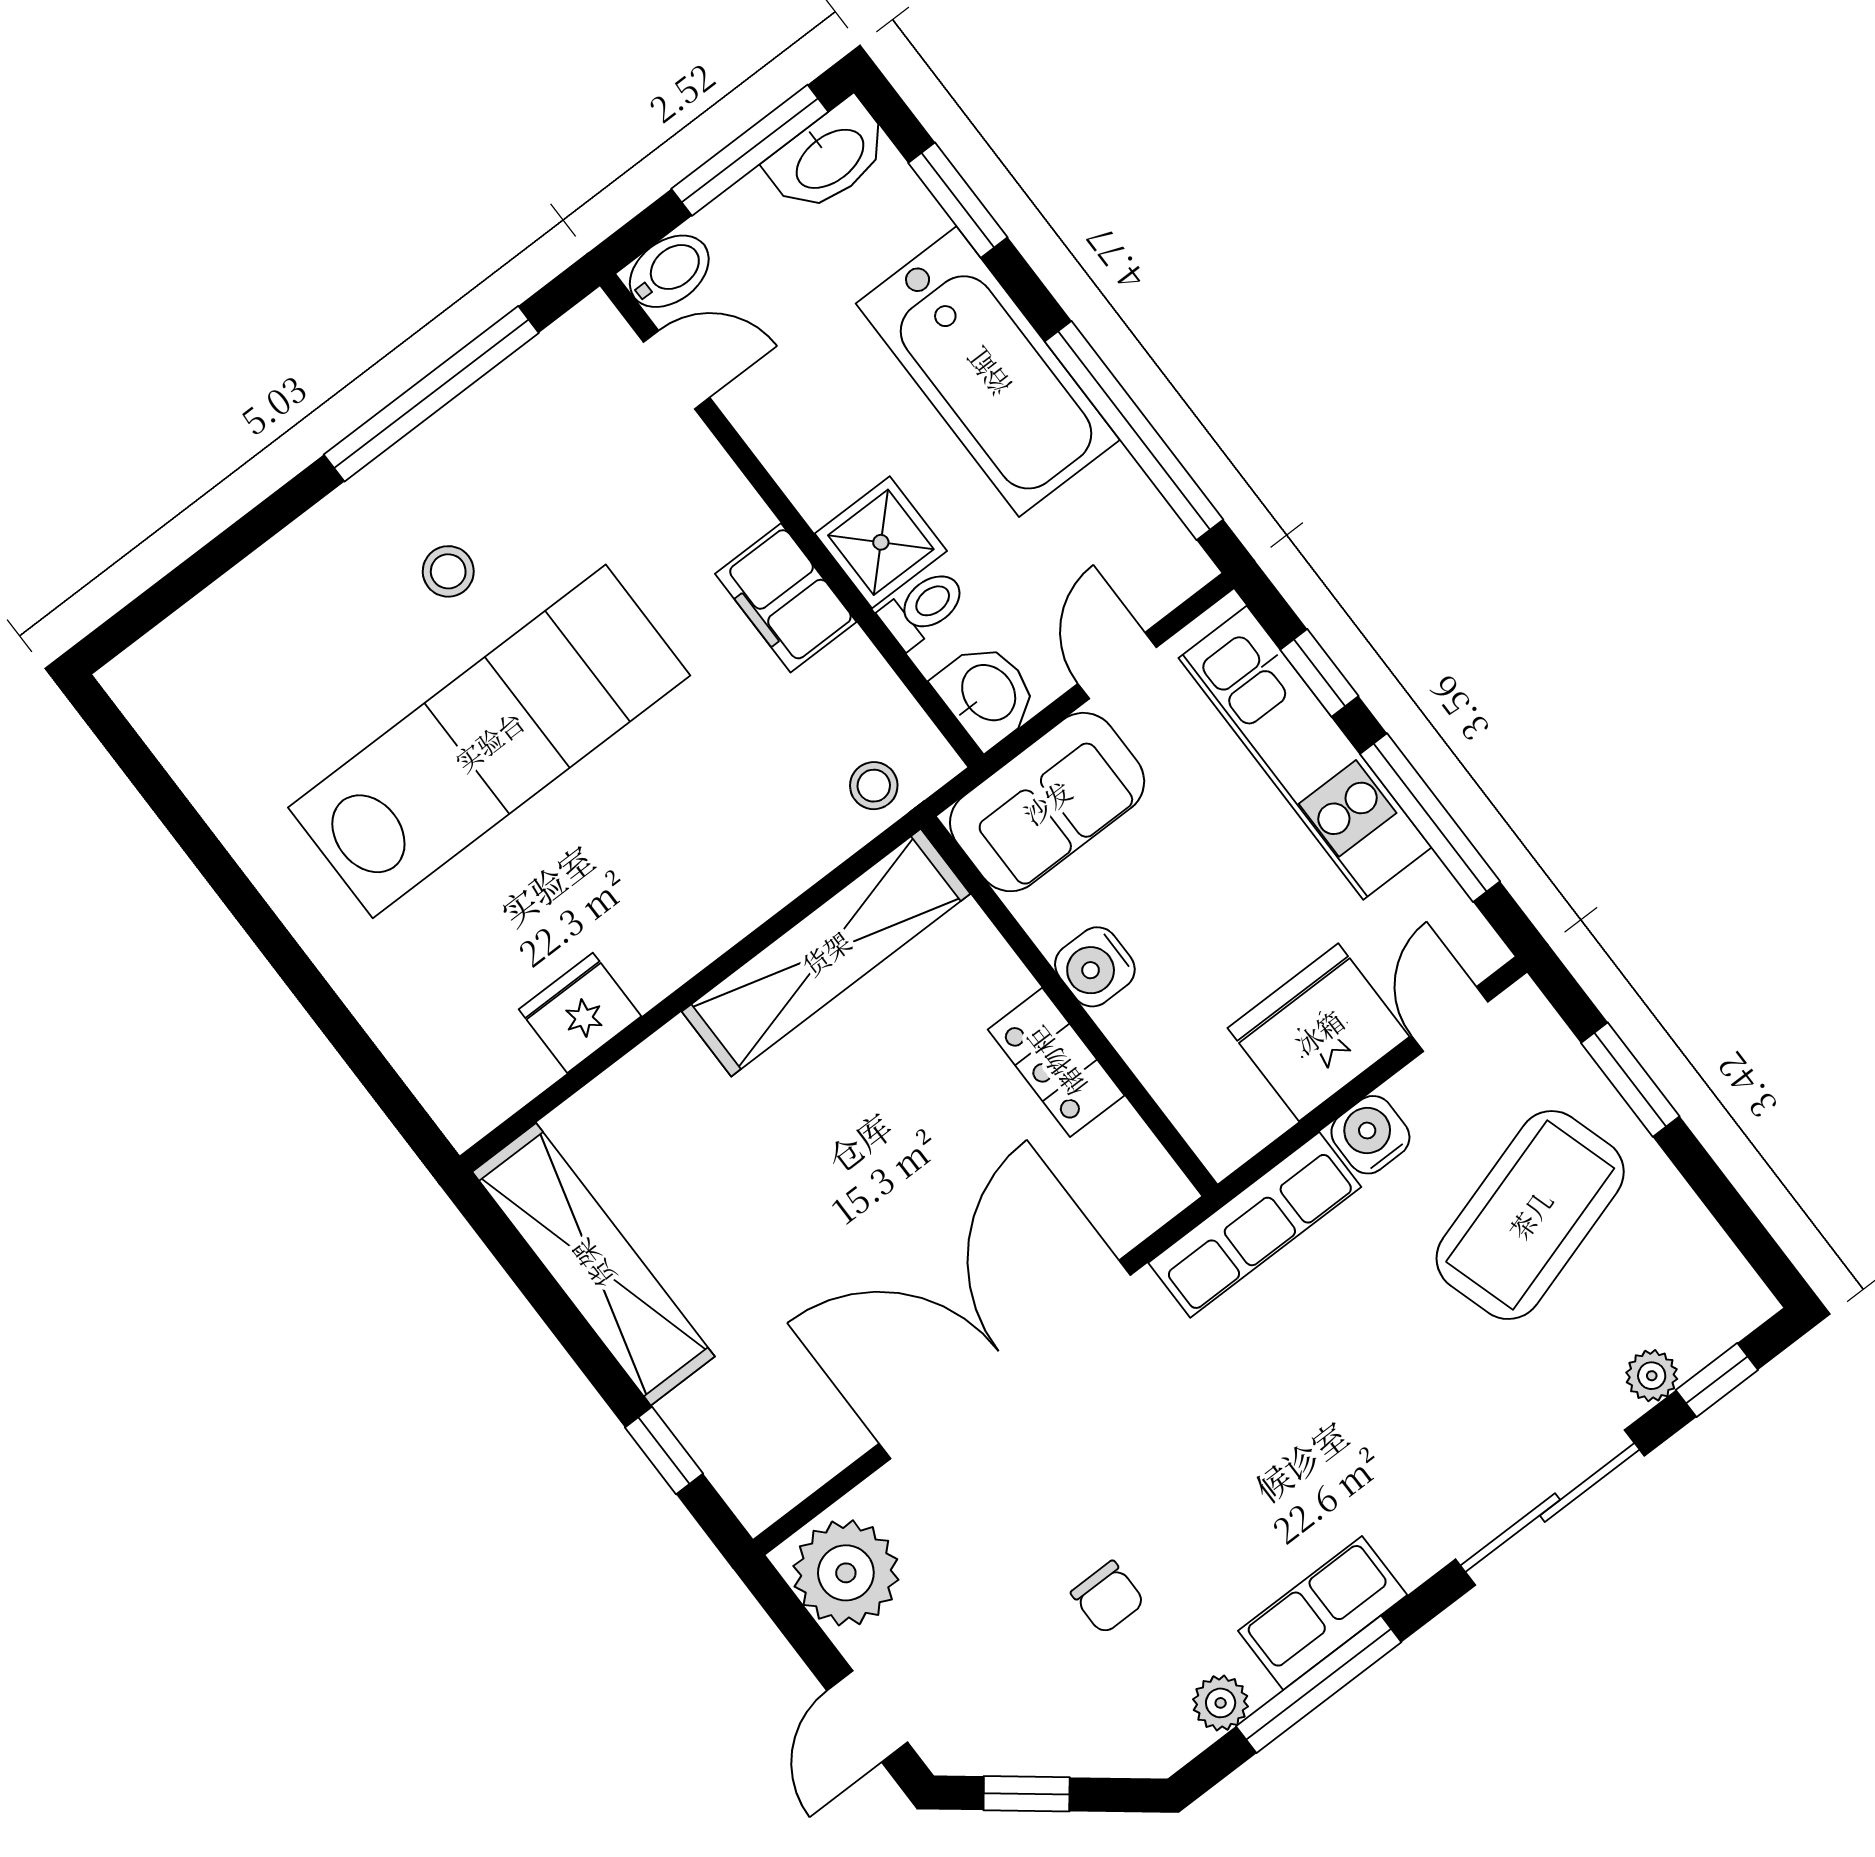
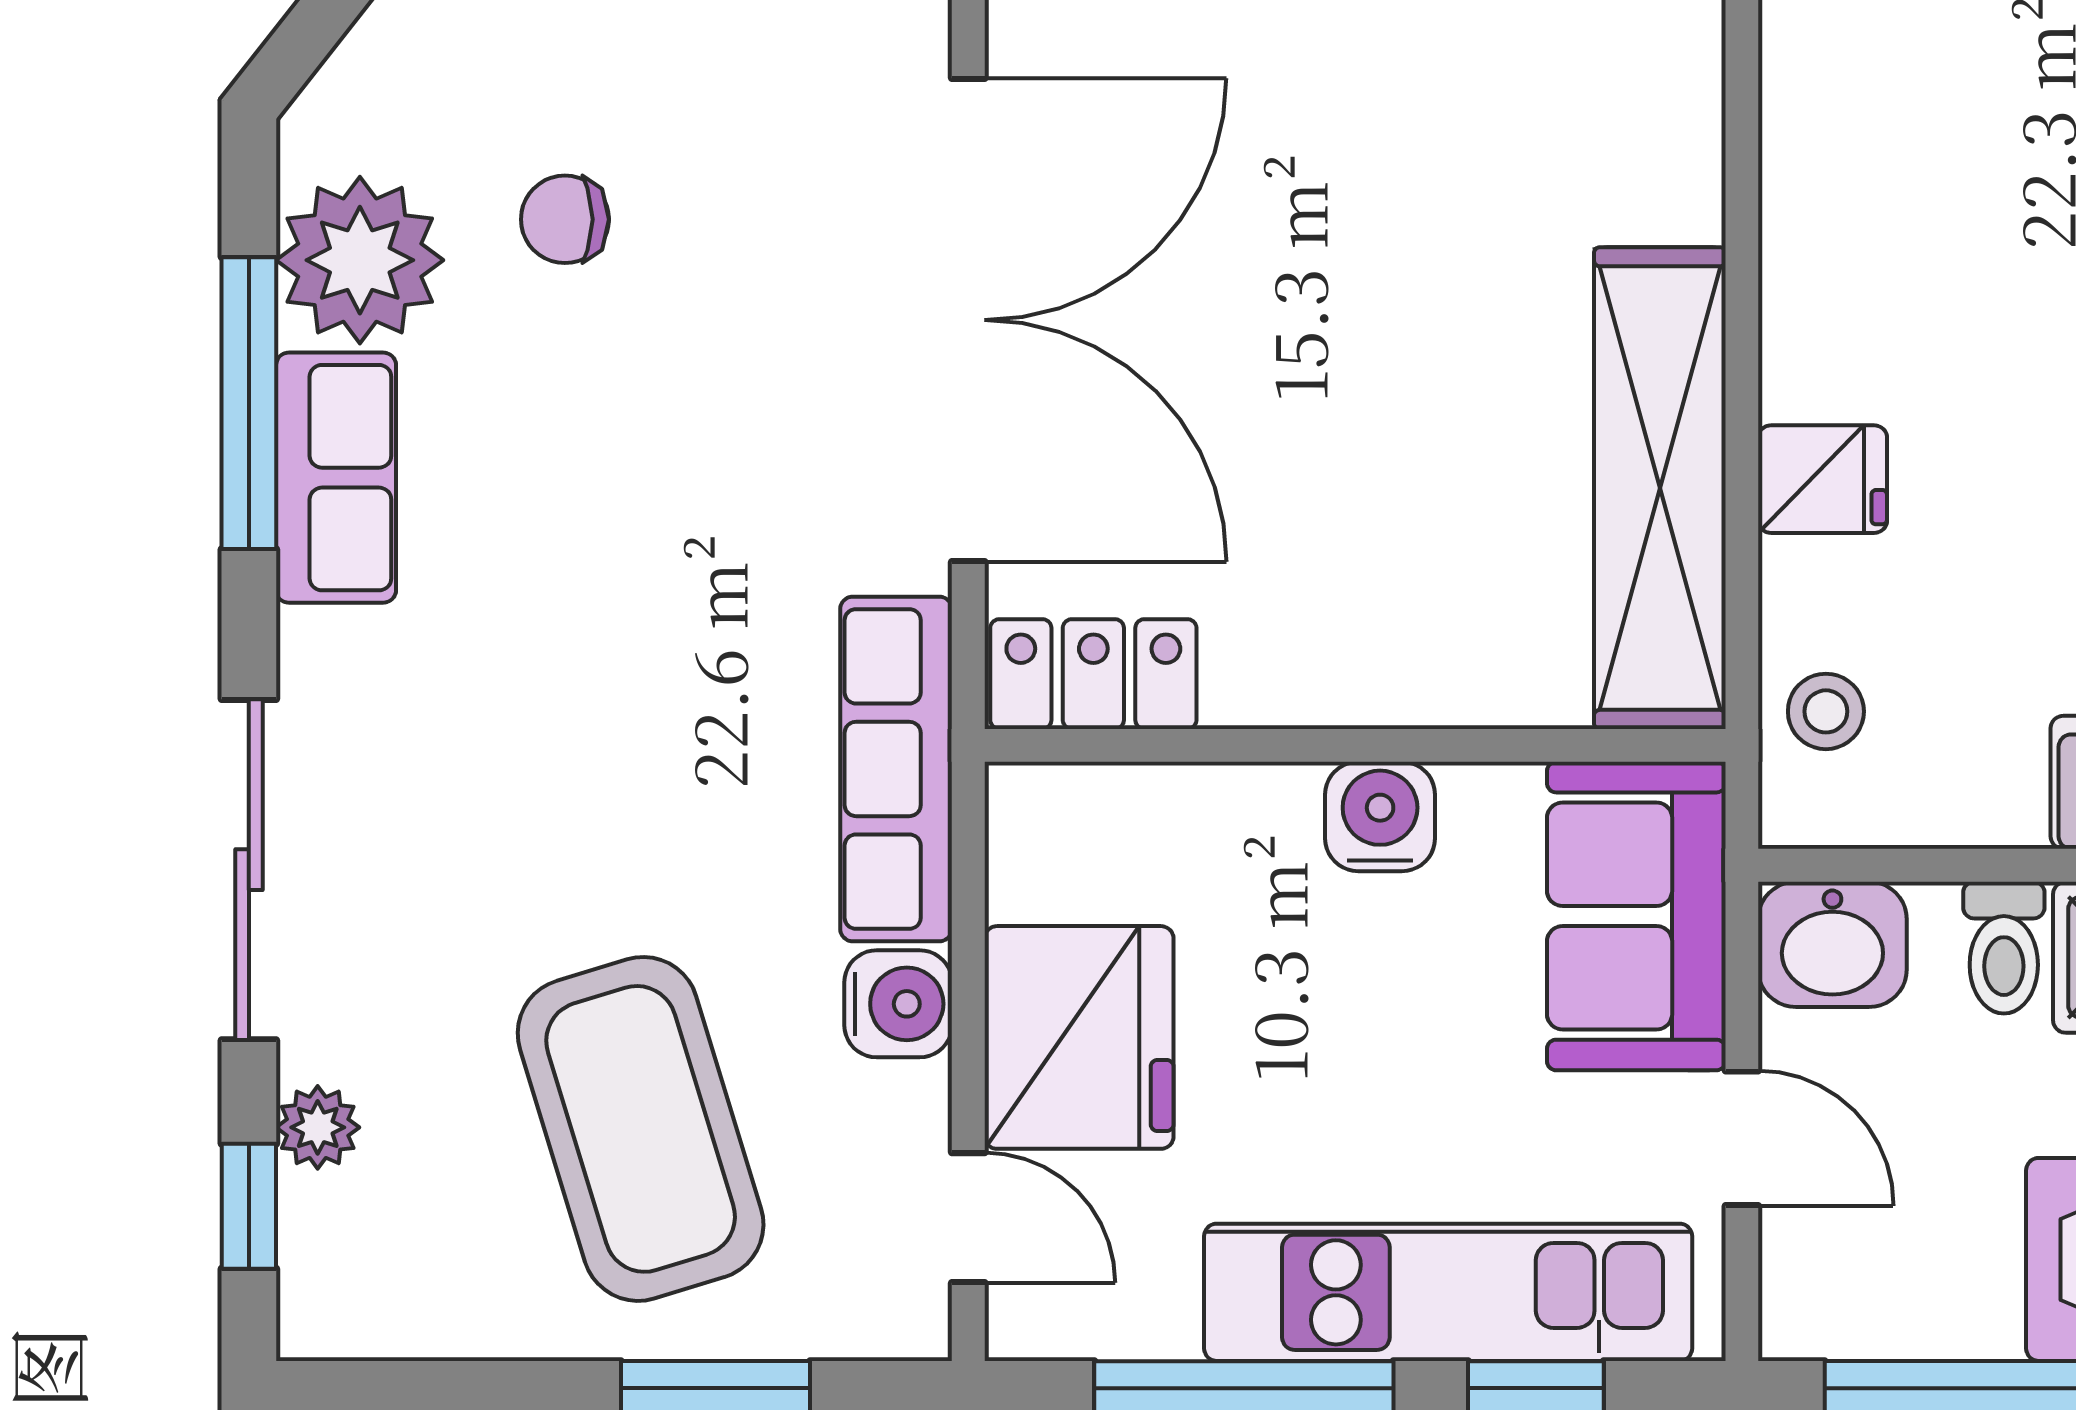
fridge: (580, 1013) -> (1823, 479), moved, width x0.72
locker: (1056, 1062) -> (1093, 674), moved
plant: (1221, 1703) -> (360, 260), width x1.87, depth x1.87

